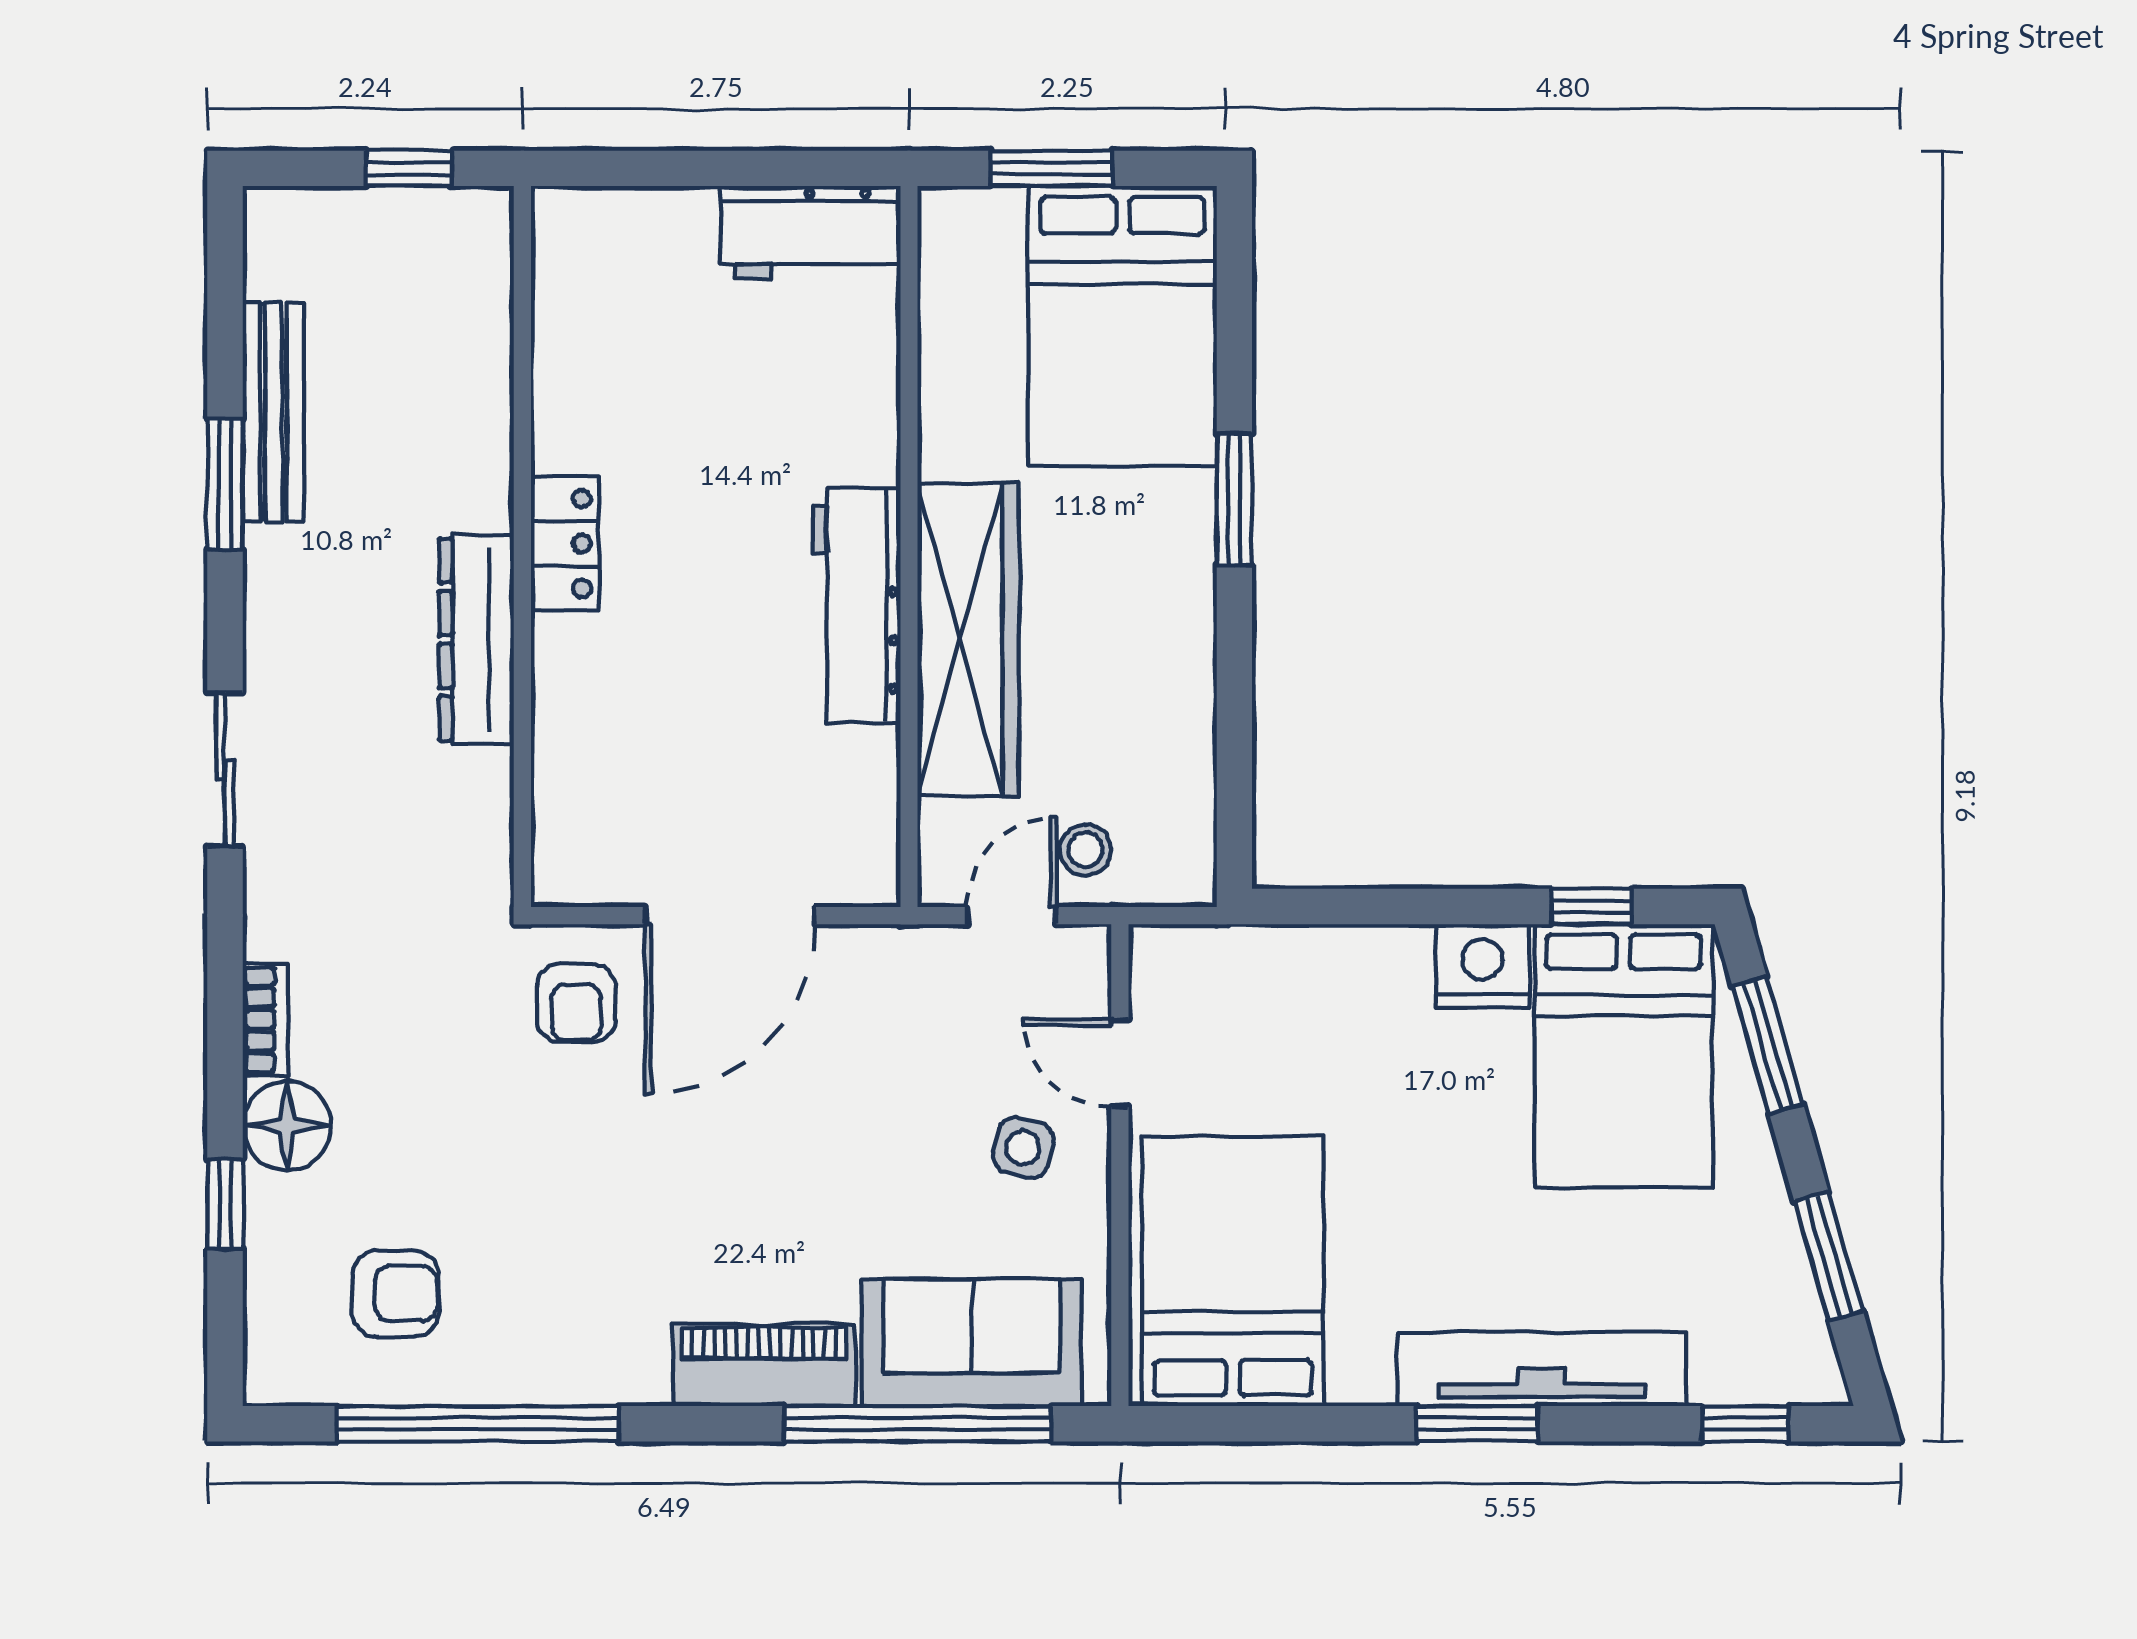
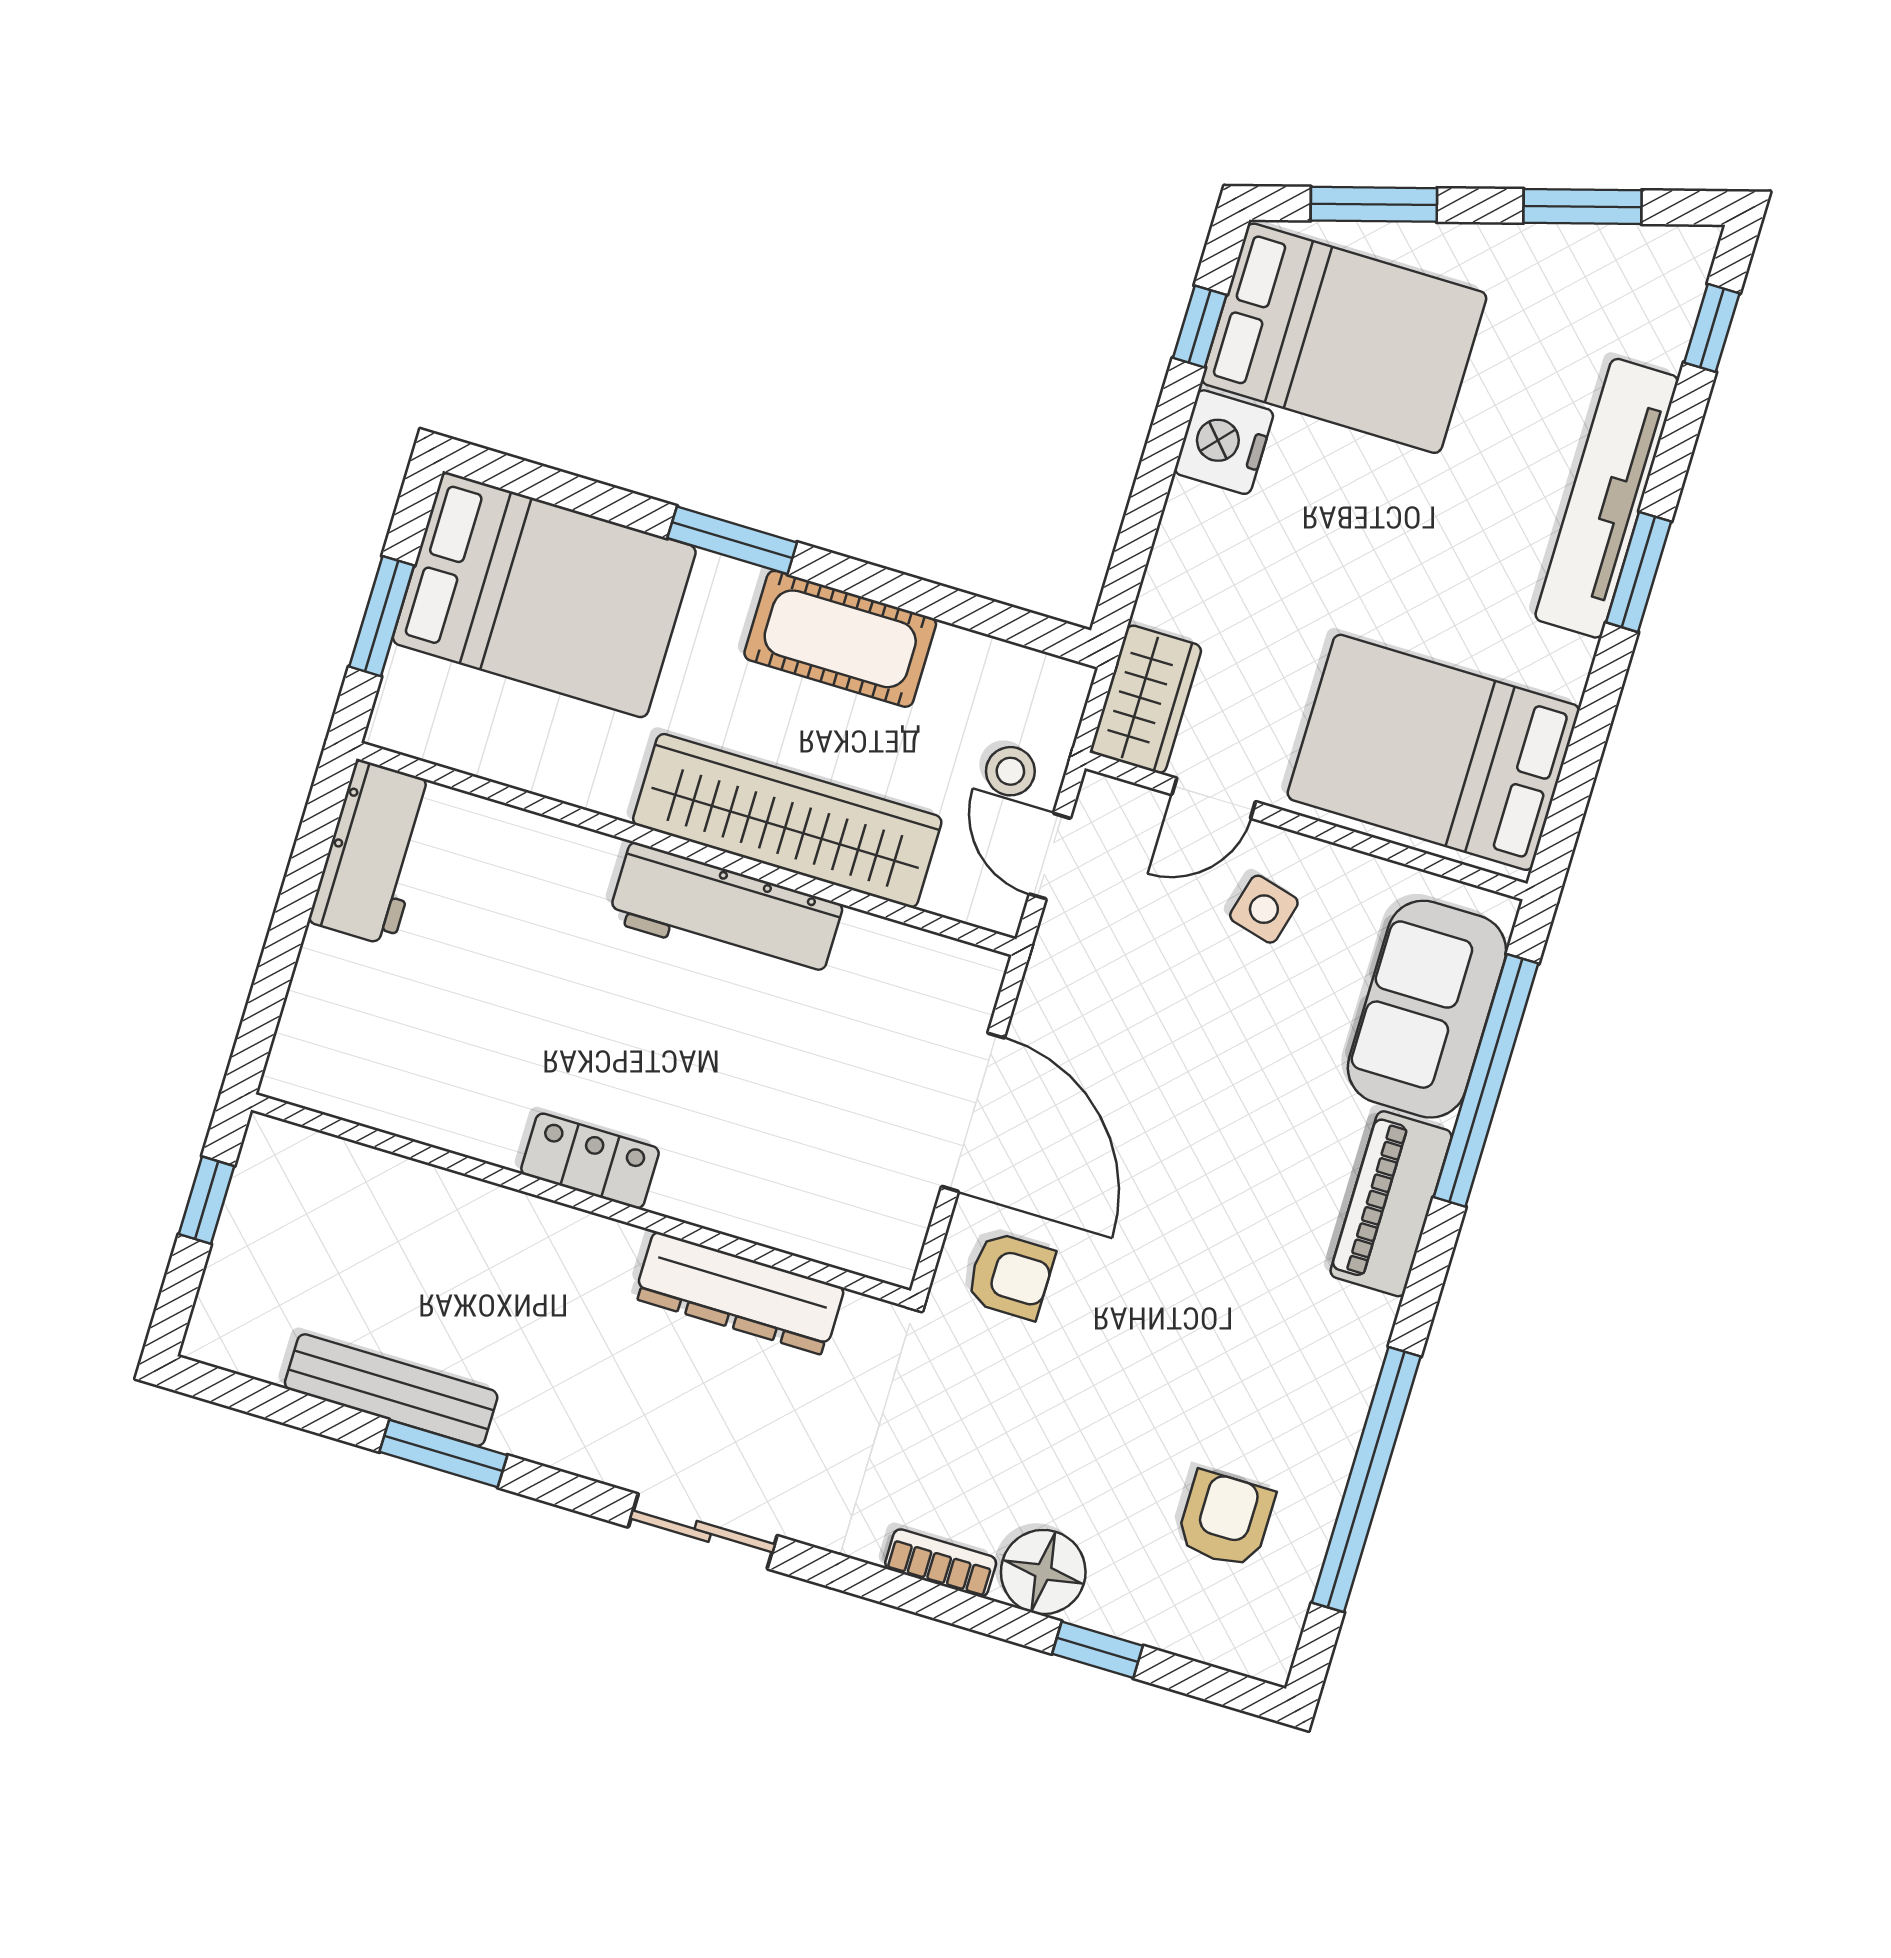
cot: (1168, 638) -> (840, 639), added
dresser: (476, 639) -> (739, 1293), moved
wardrobe: (1199, 965) -> (1146, 699), added

